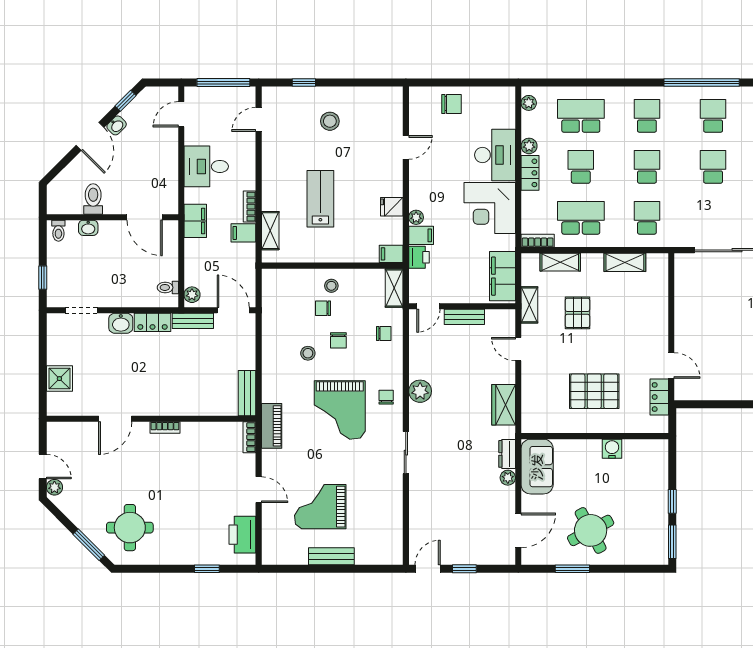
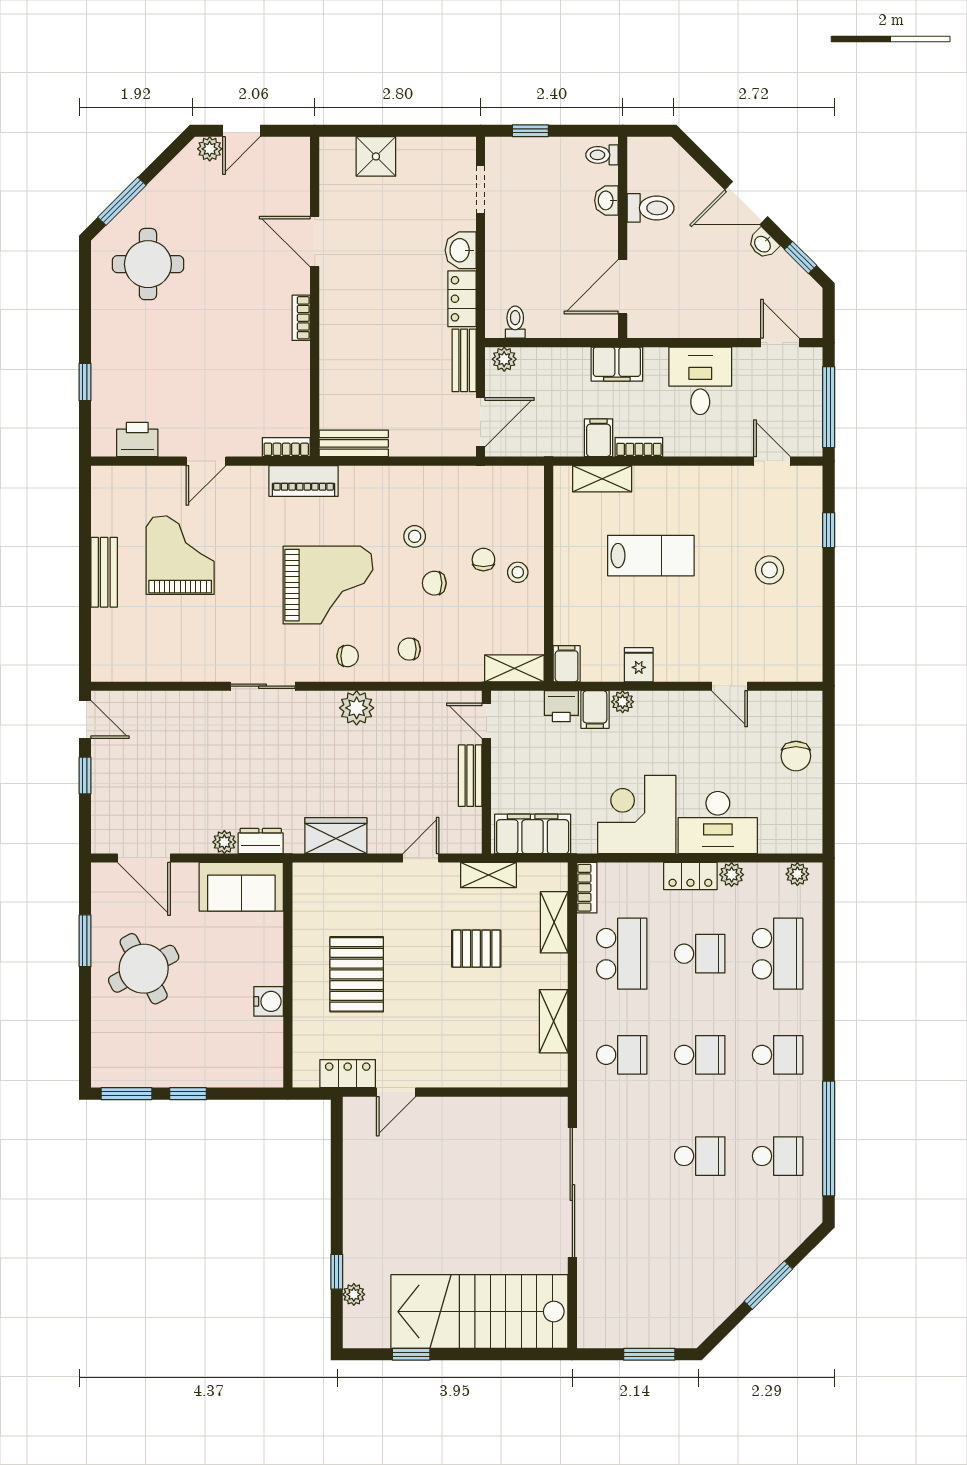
chair: (384, 334) -> (409, 649), moved, turned 90
grand piano: (340, 410) -> (328, 585), turned 180
printer: (242, 535) -> (137, 440), width x0.73, depth x0.84

